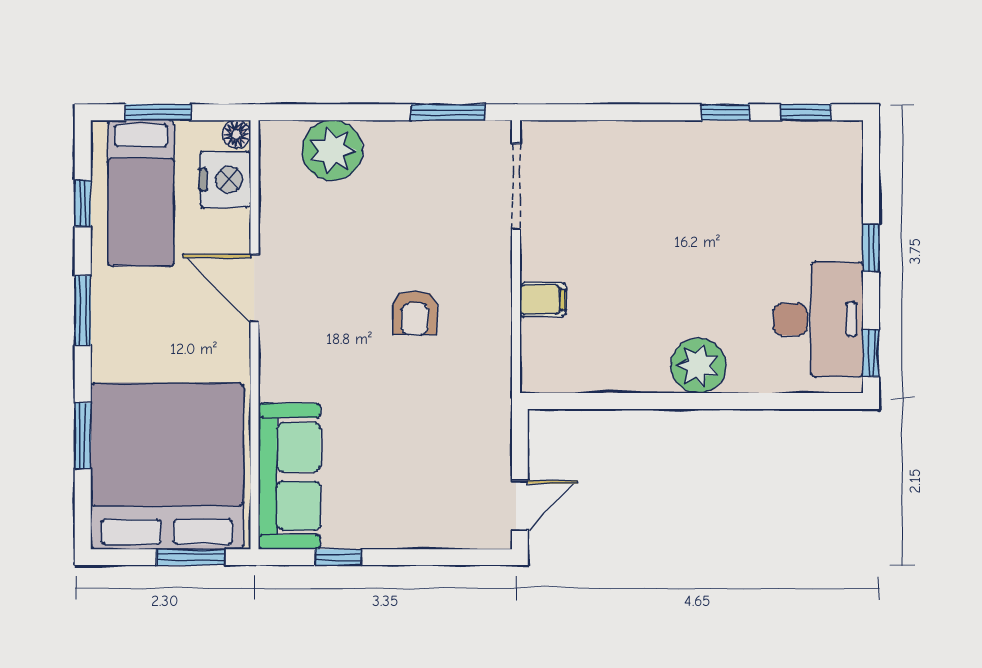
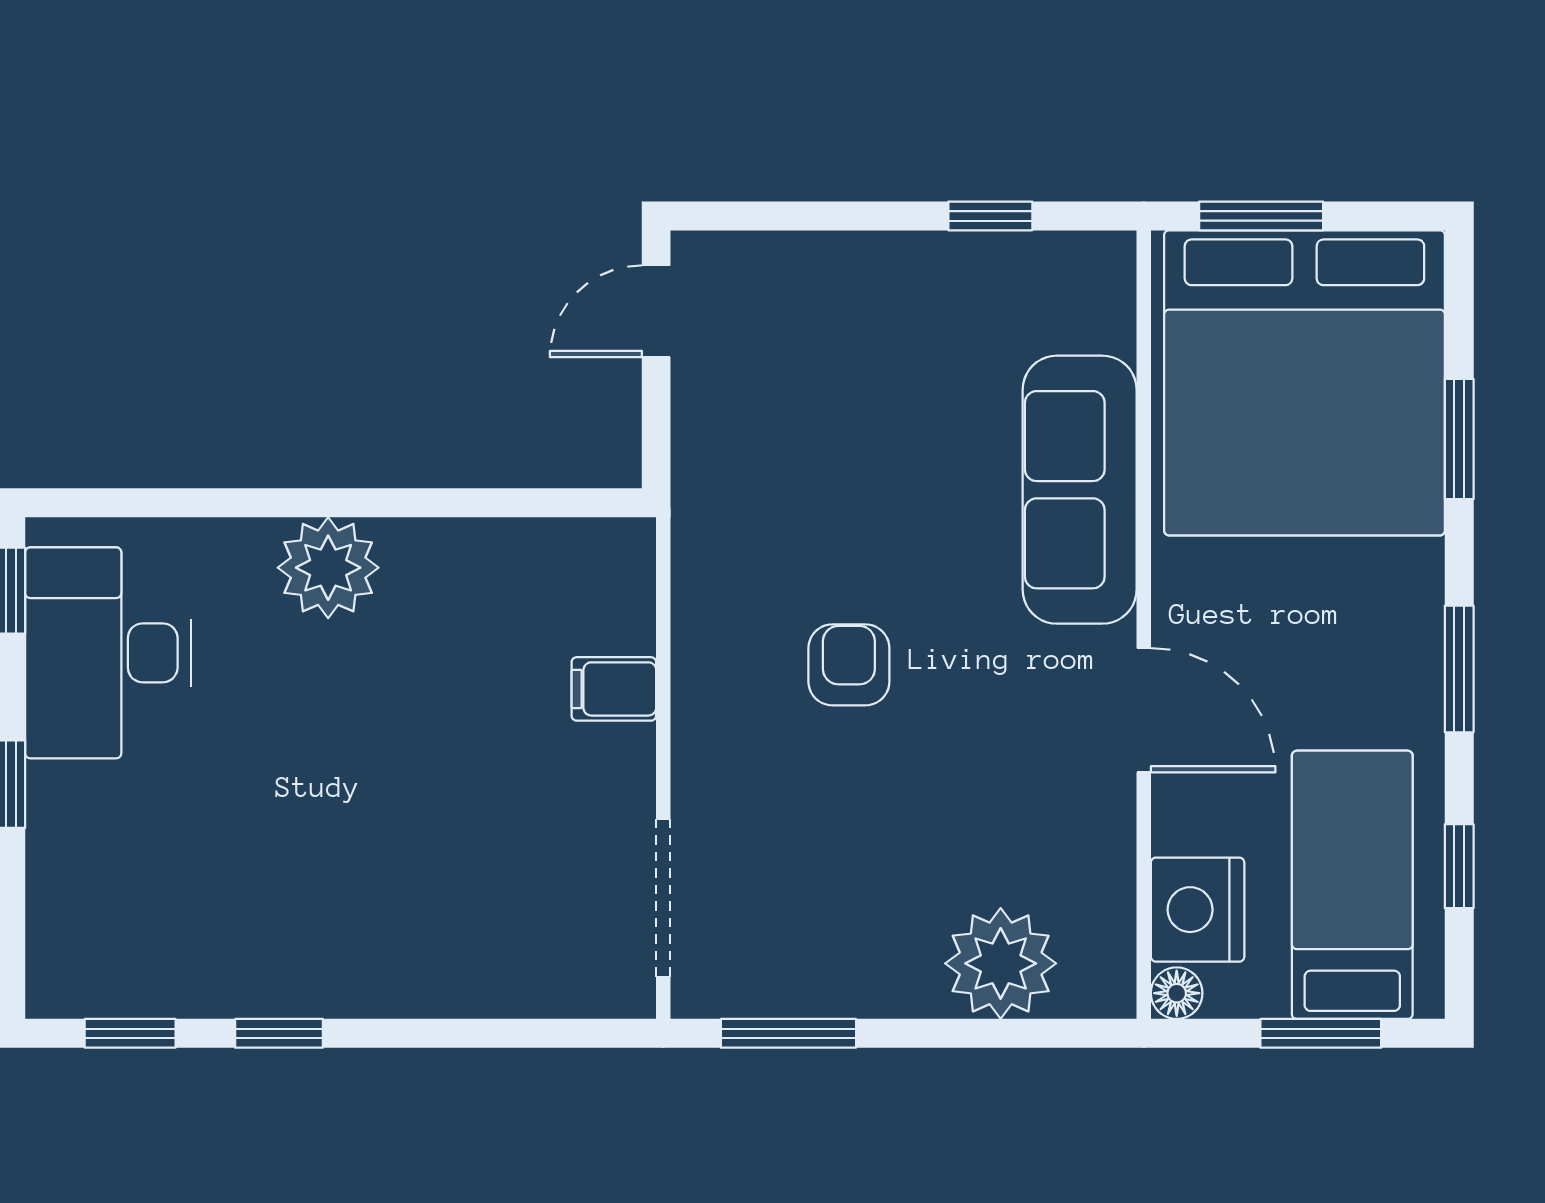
sofa: (289, 476) -> (1080, 490), moved

